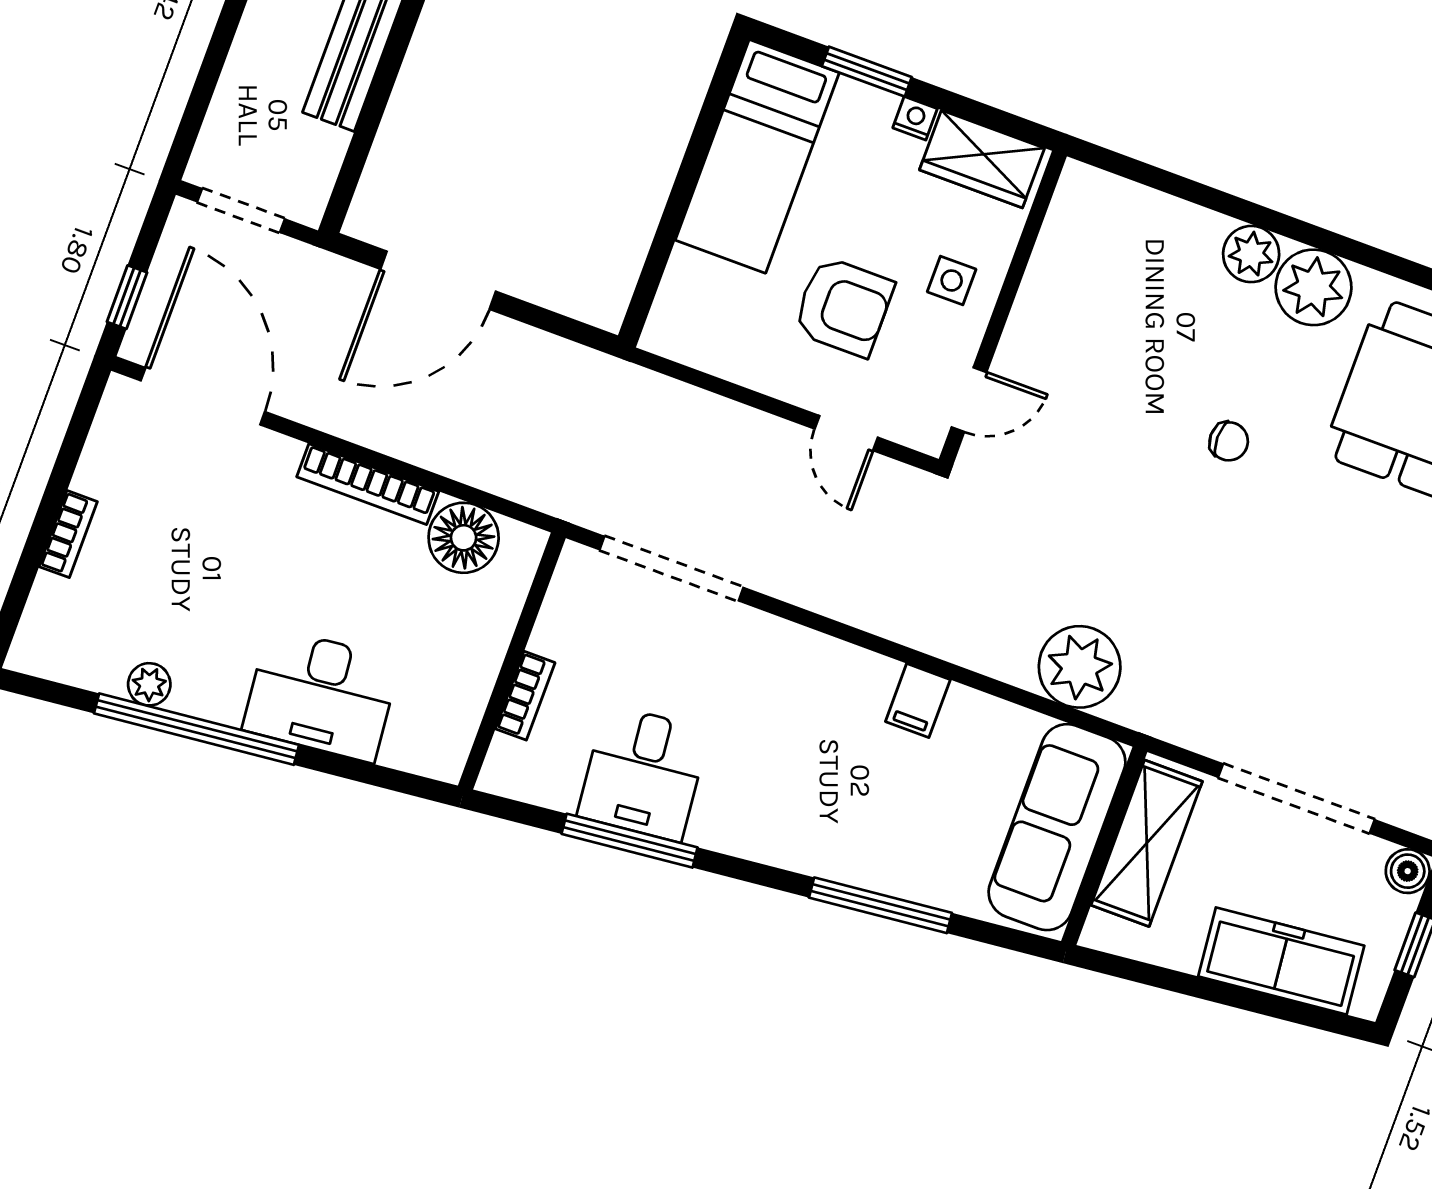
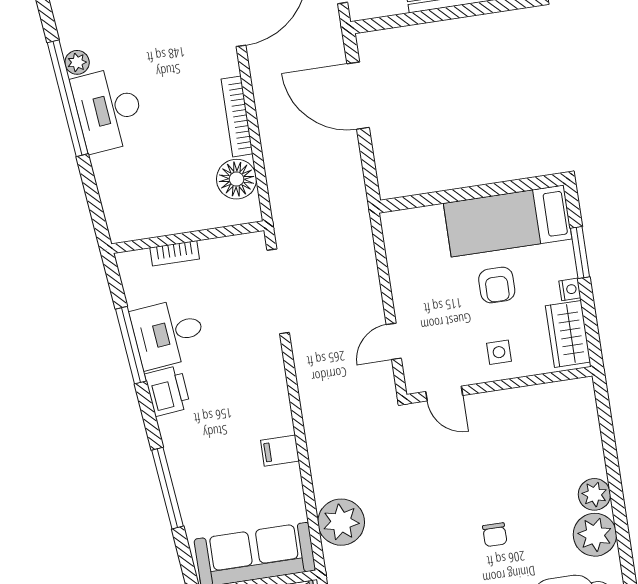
armchair: (843, 307) -> (497, 285), moved, width x0.72, depth x0.72
desk: (321, 695) -> (108, 110), moved
printer: (731, 823) -> (168, 391), added

